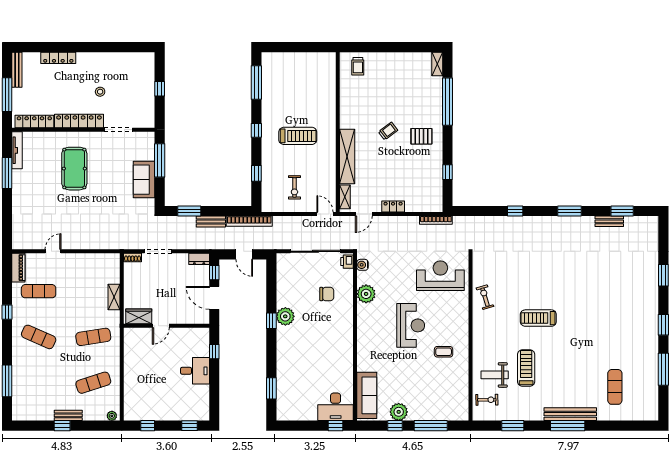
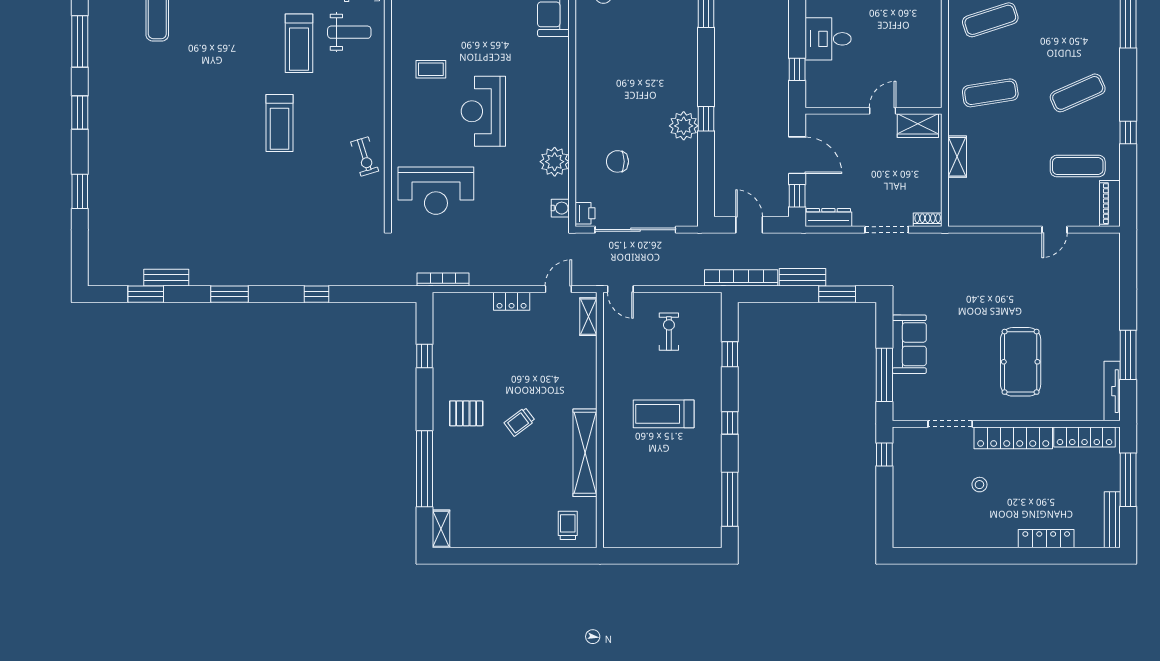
window: (160, 89) -> (884, 455), moved
shelving: (347, 156) -> (585, 453), moved
dresser: (199, 259) -> (828, 218), width x1.44
treadmill: (538, 318) -> (280, 123), turned 90
exercise mat: (39, 337) -> (1078, 93), turned -48

